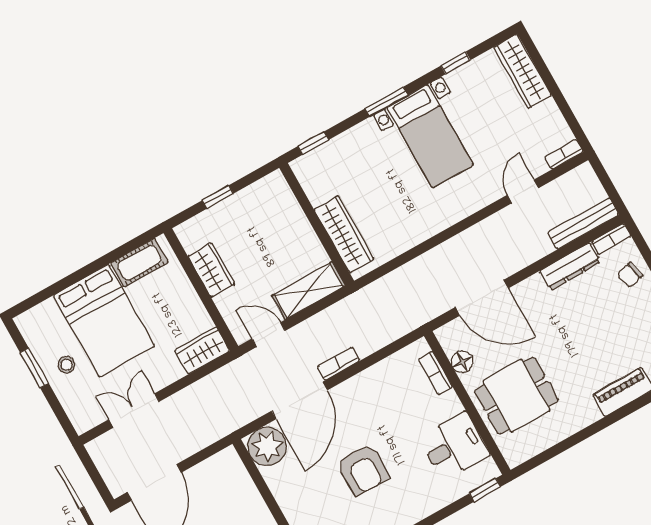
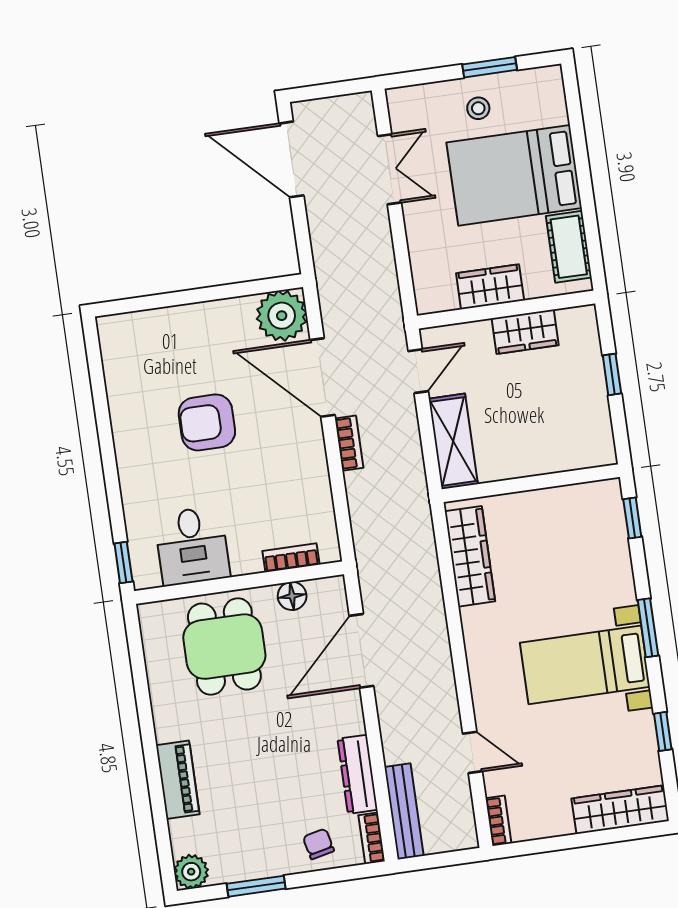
wardrobe: (344, 234) -> (470, 556), moved, turned -90
wardrobe: (202, 351) -> (490, 287), moved, turned -90

